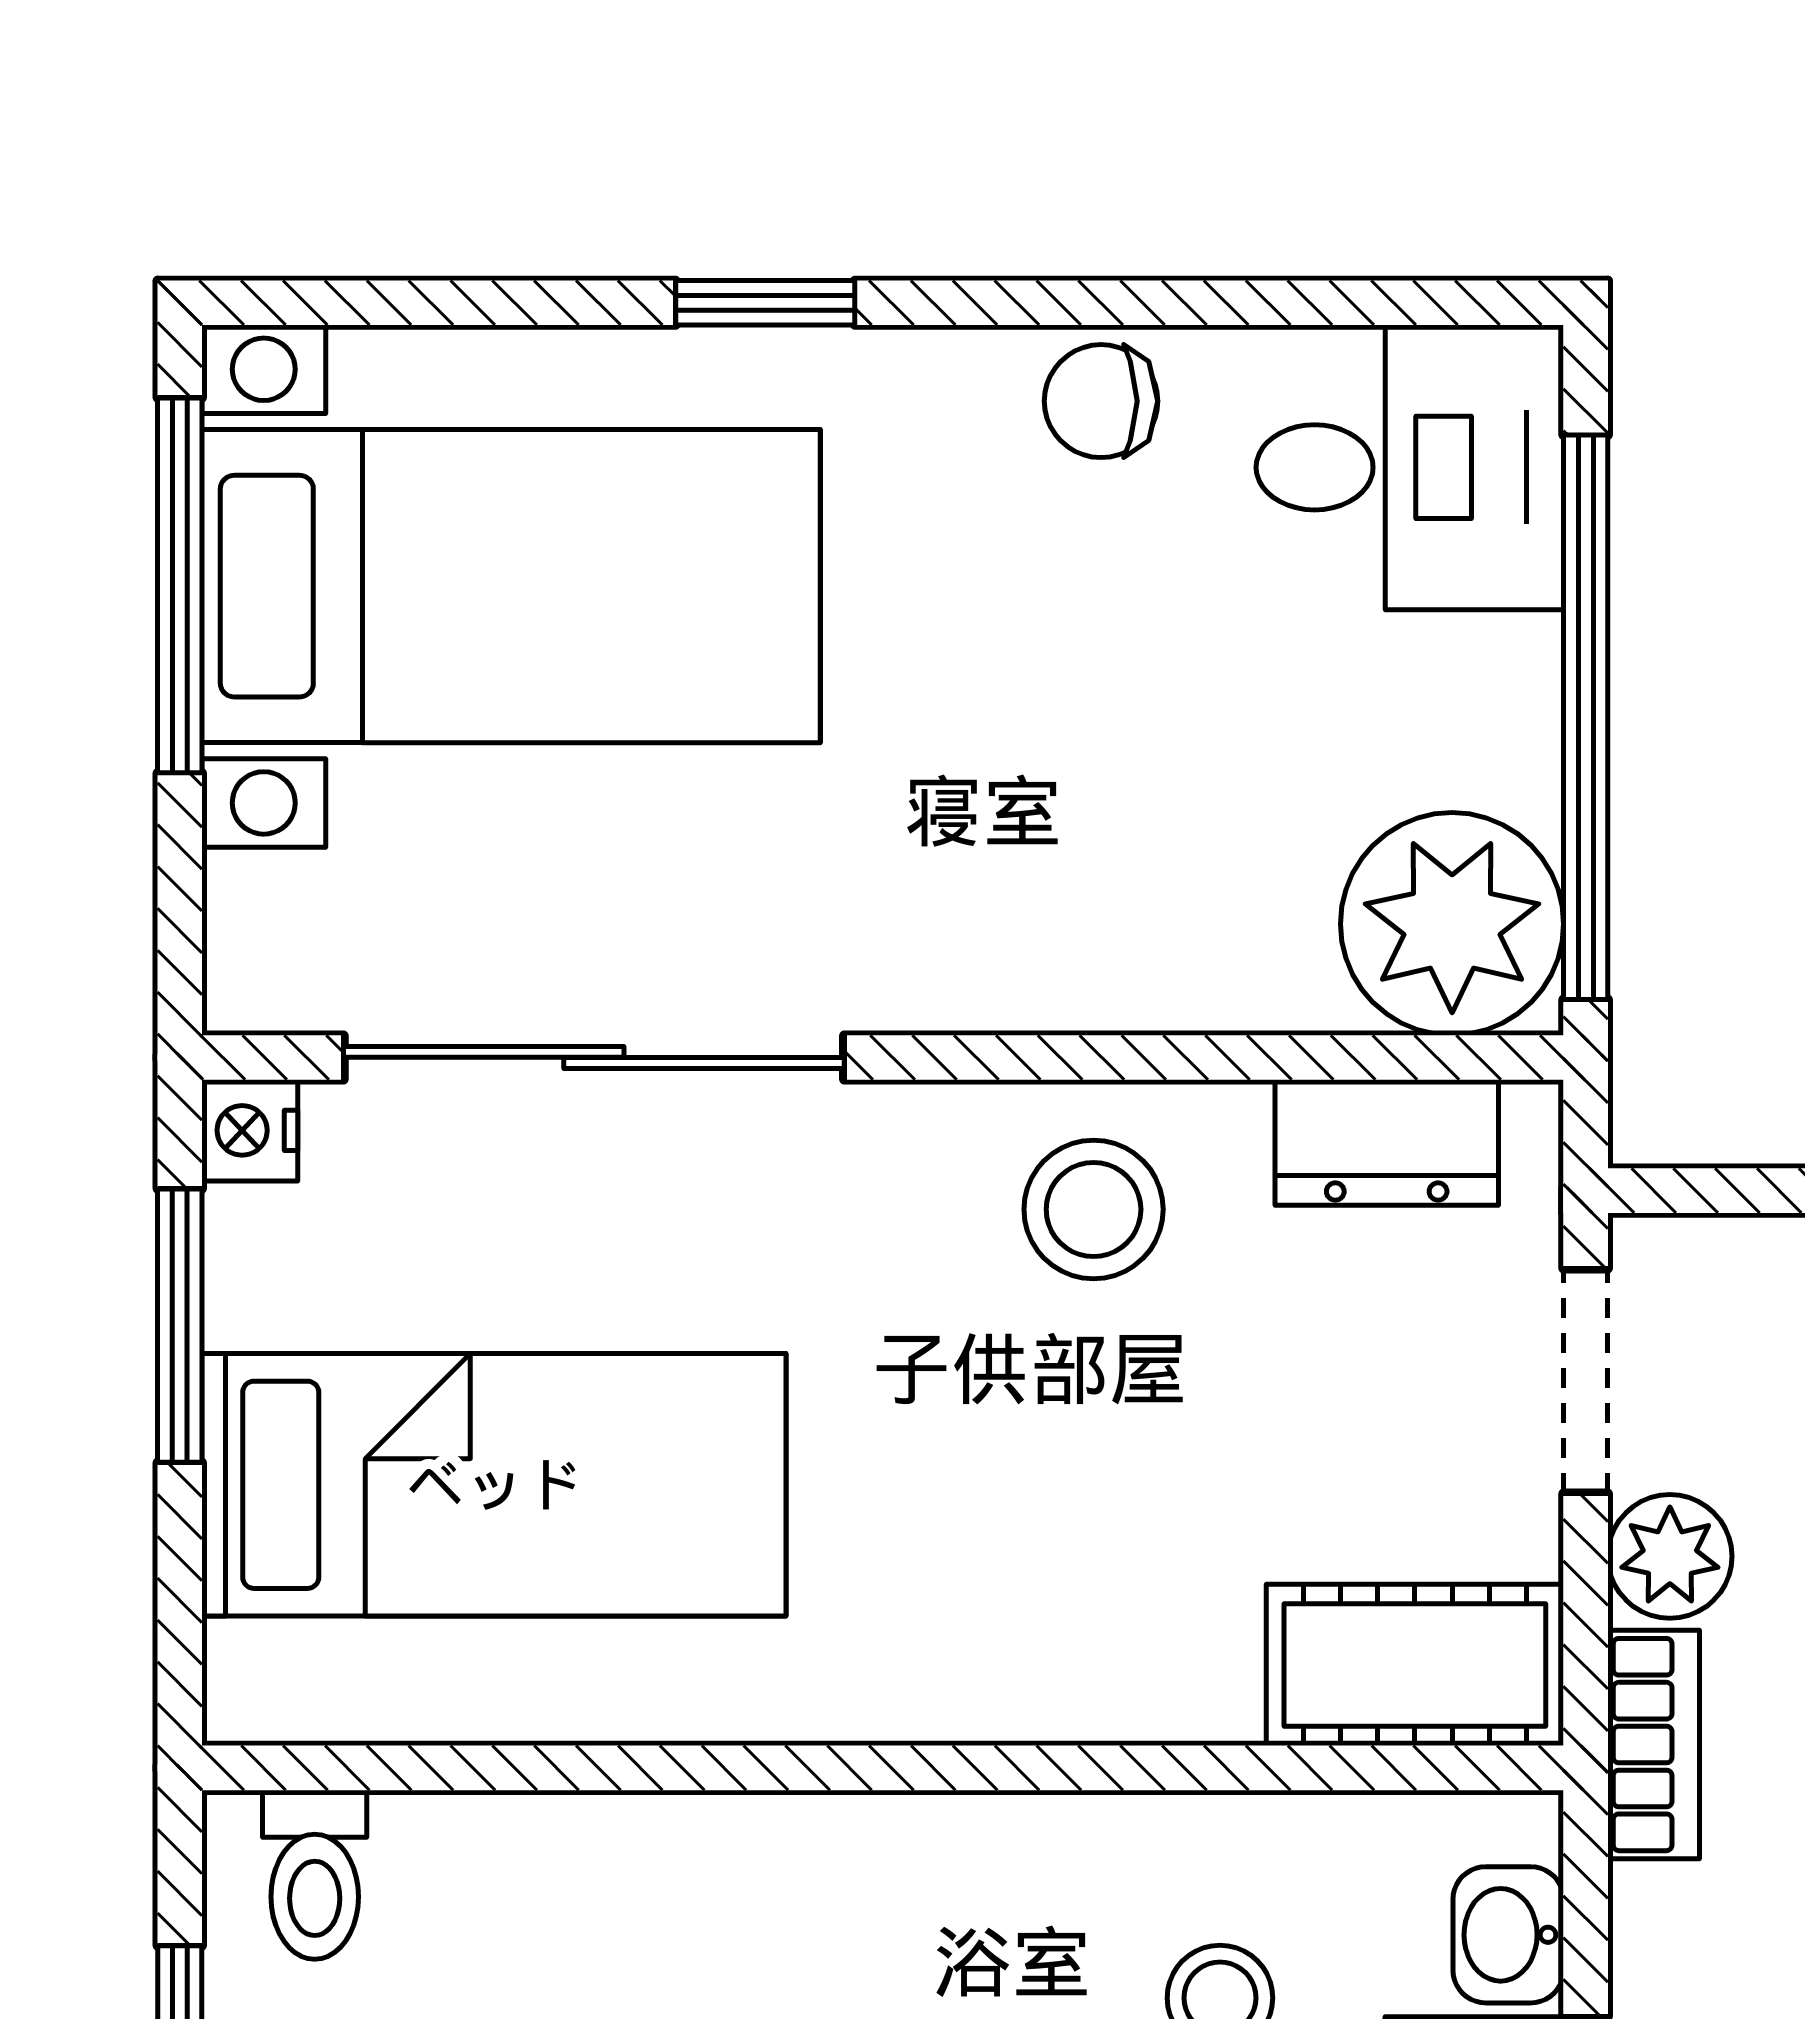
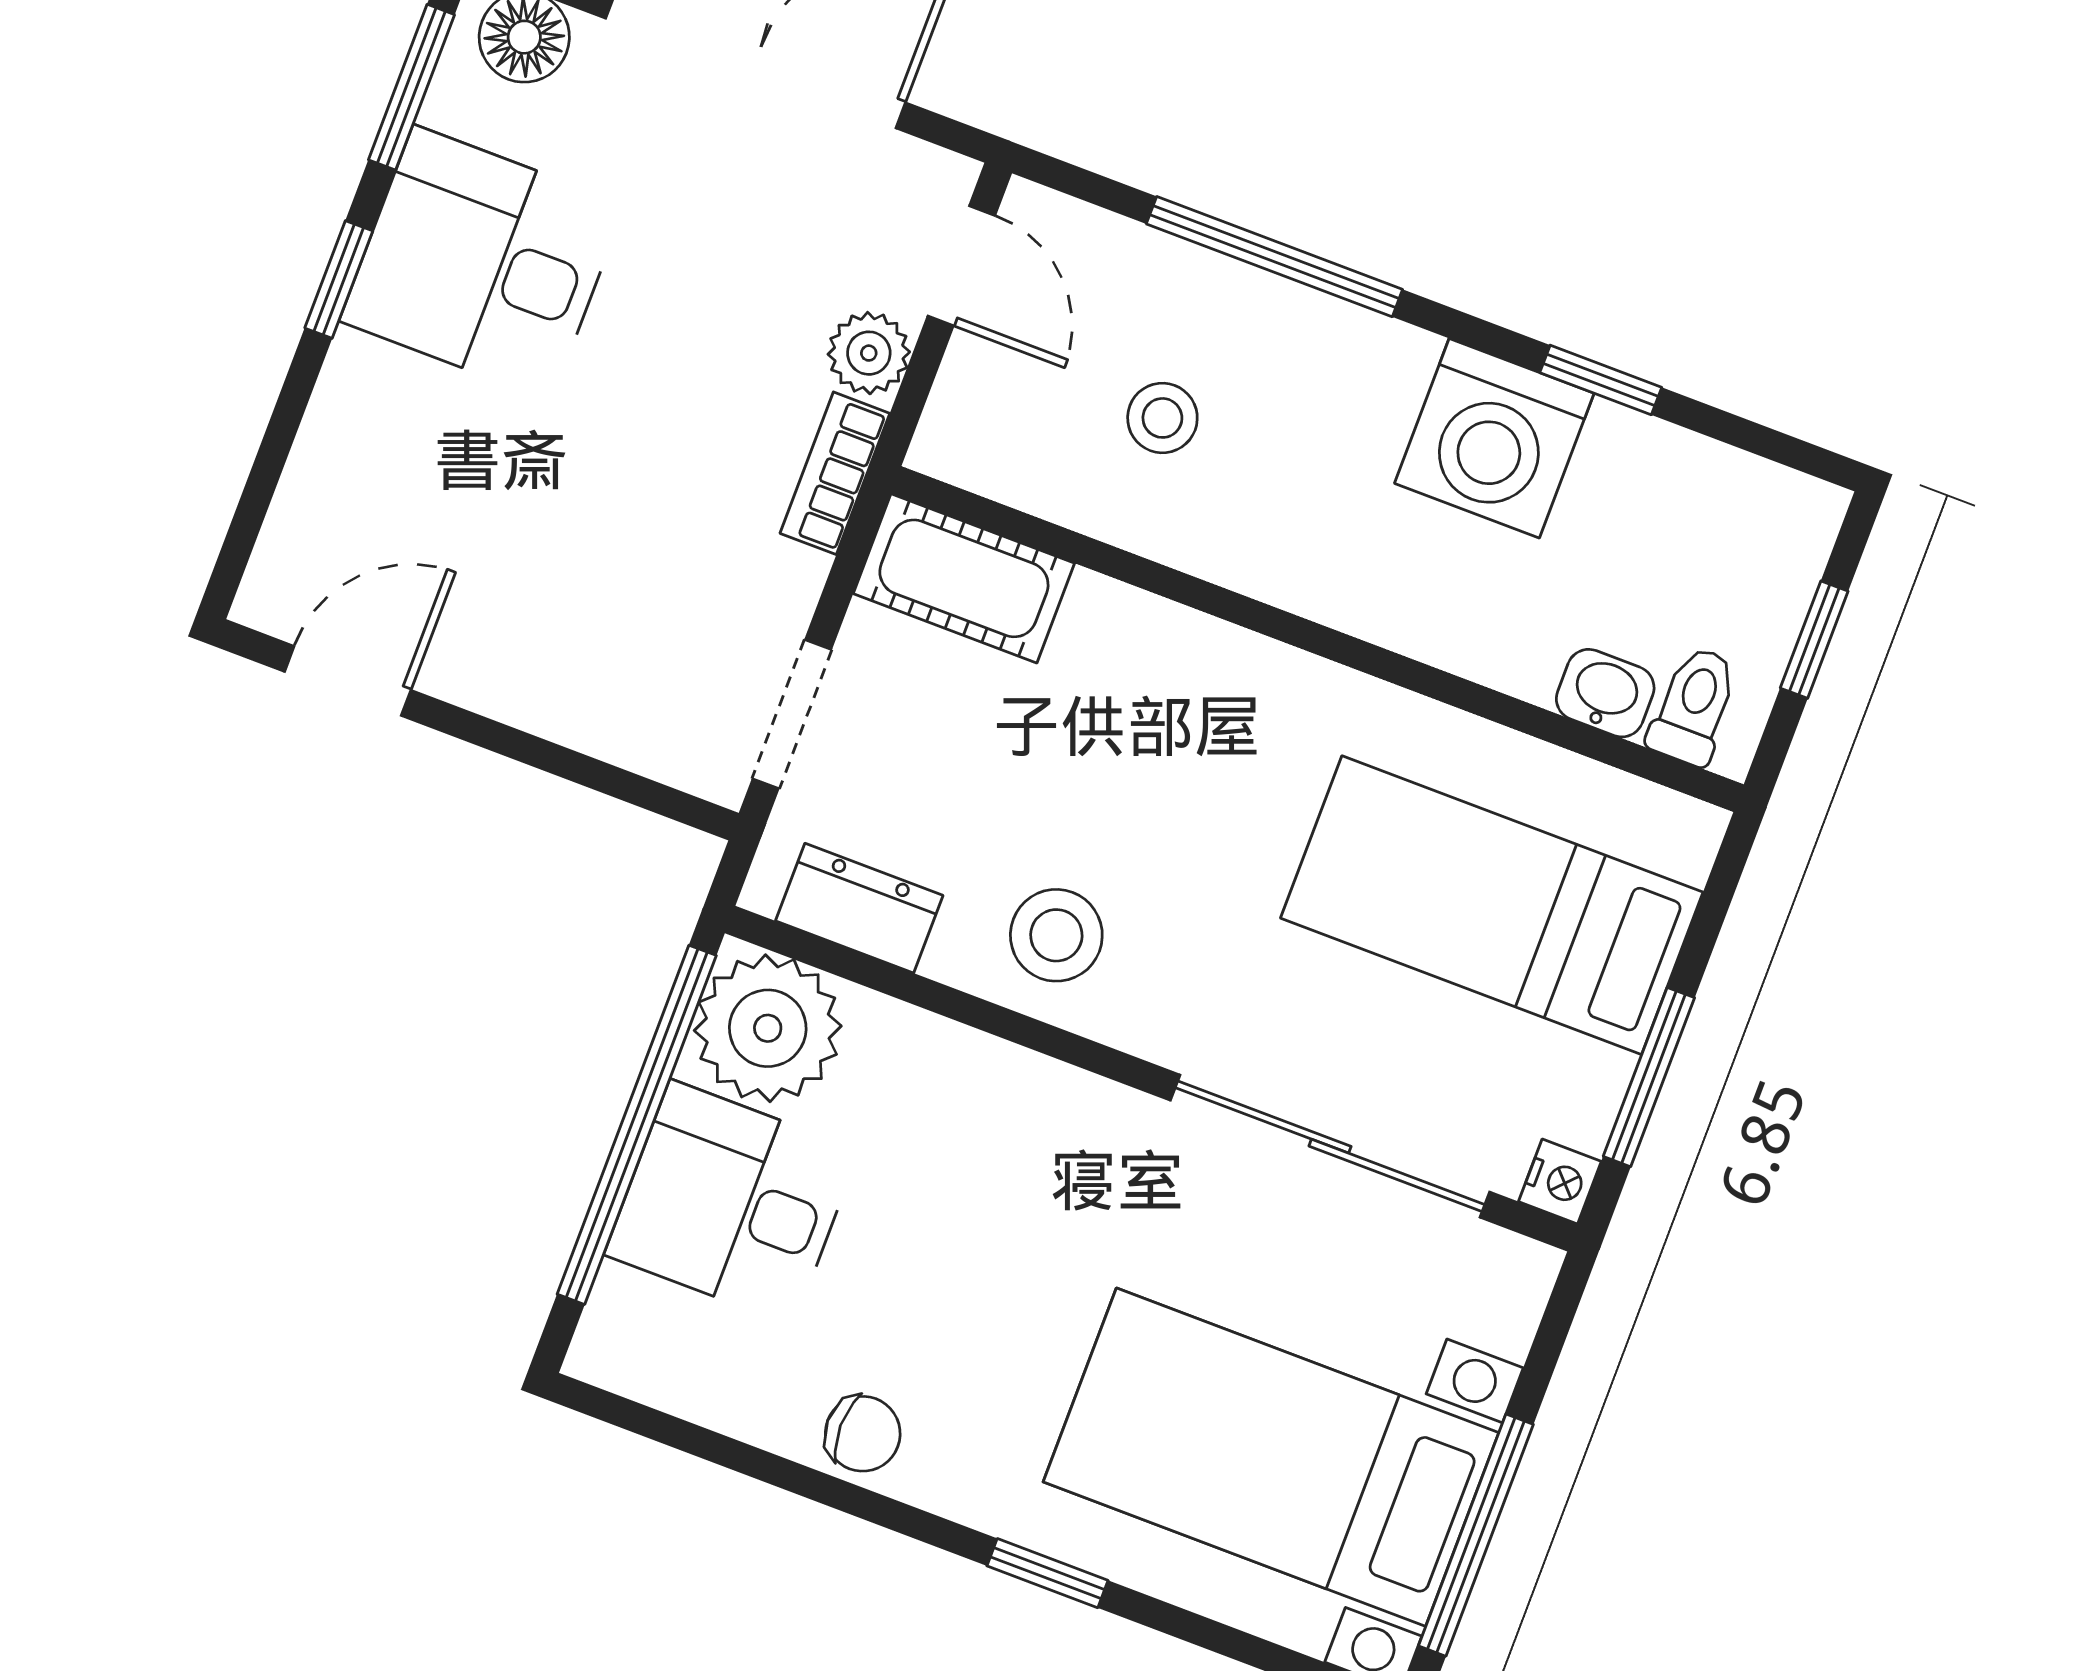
desk: (1410, 467) -> (732, 1203), moved
plant: (1670, 1556) -> (869, 353), moved
washbasin: (1508, 1935) -> (1605, 693), moved, turned -90

